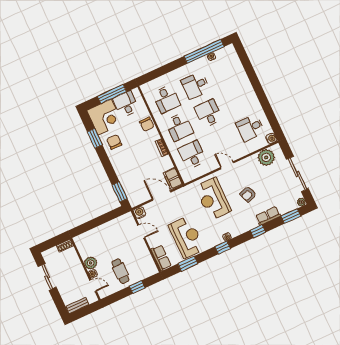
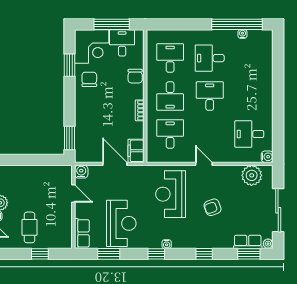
desk: (166, 99) -> (170, 58), turned 180
row of seats: (268, 216) -> (248, 242), moved

